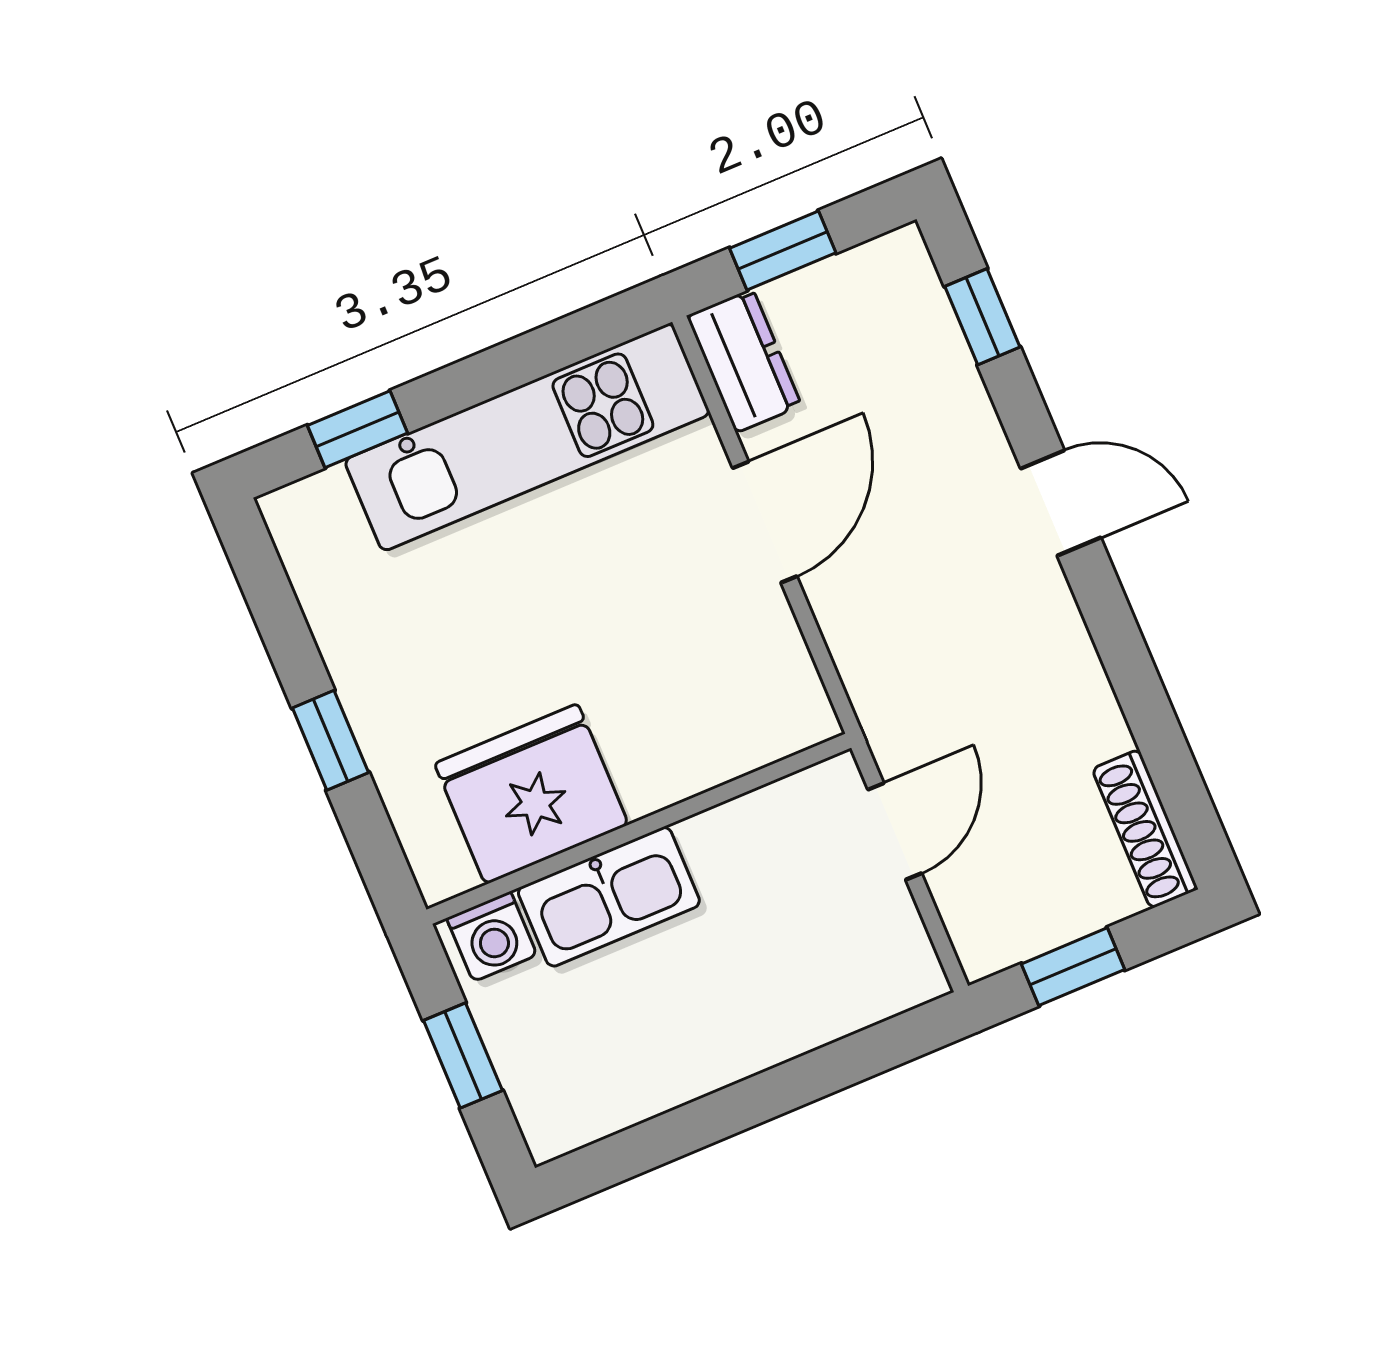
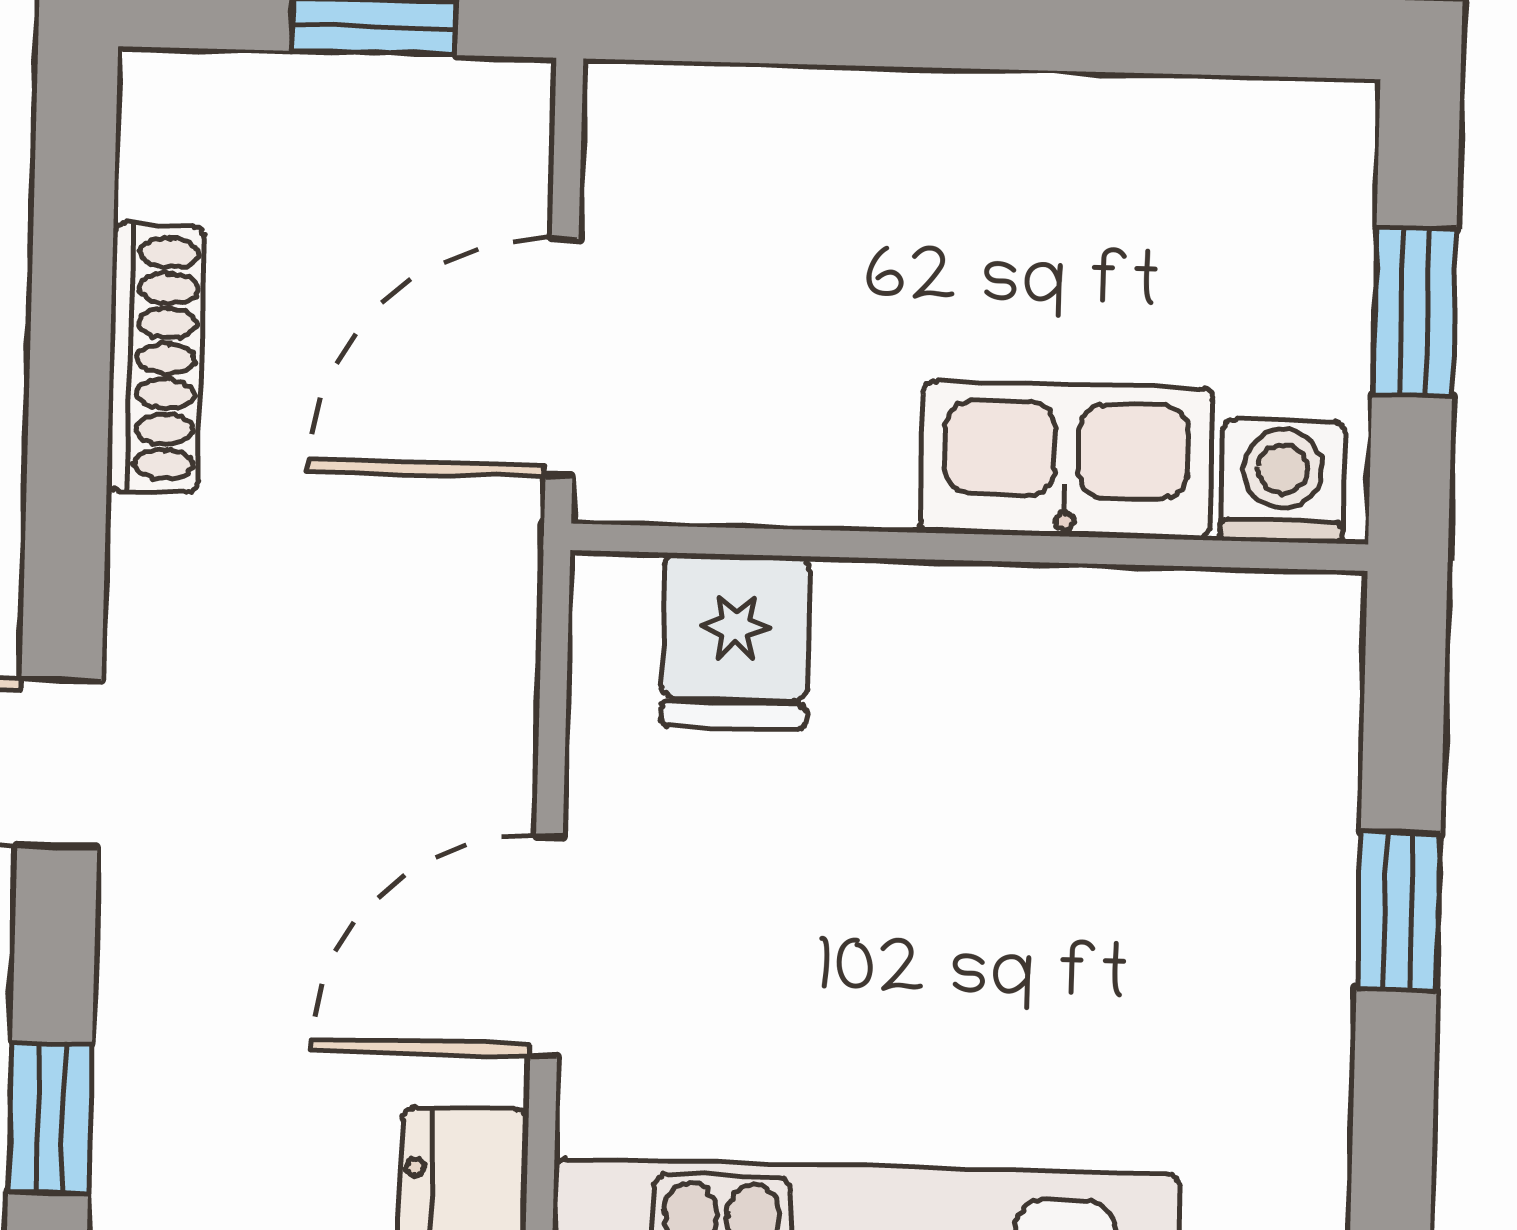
fridge: (531, 794) -> (735, 641), moved, width x0.53, depth x0.75
shoe rack: (1145, 829) -> (155, 358), moved
door: (895, 831) -> (562, 358), width x1.38

